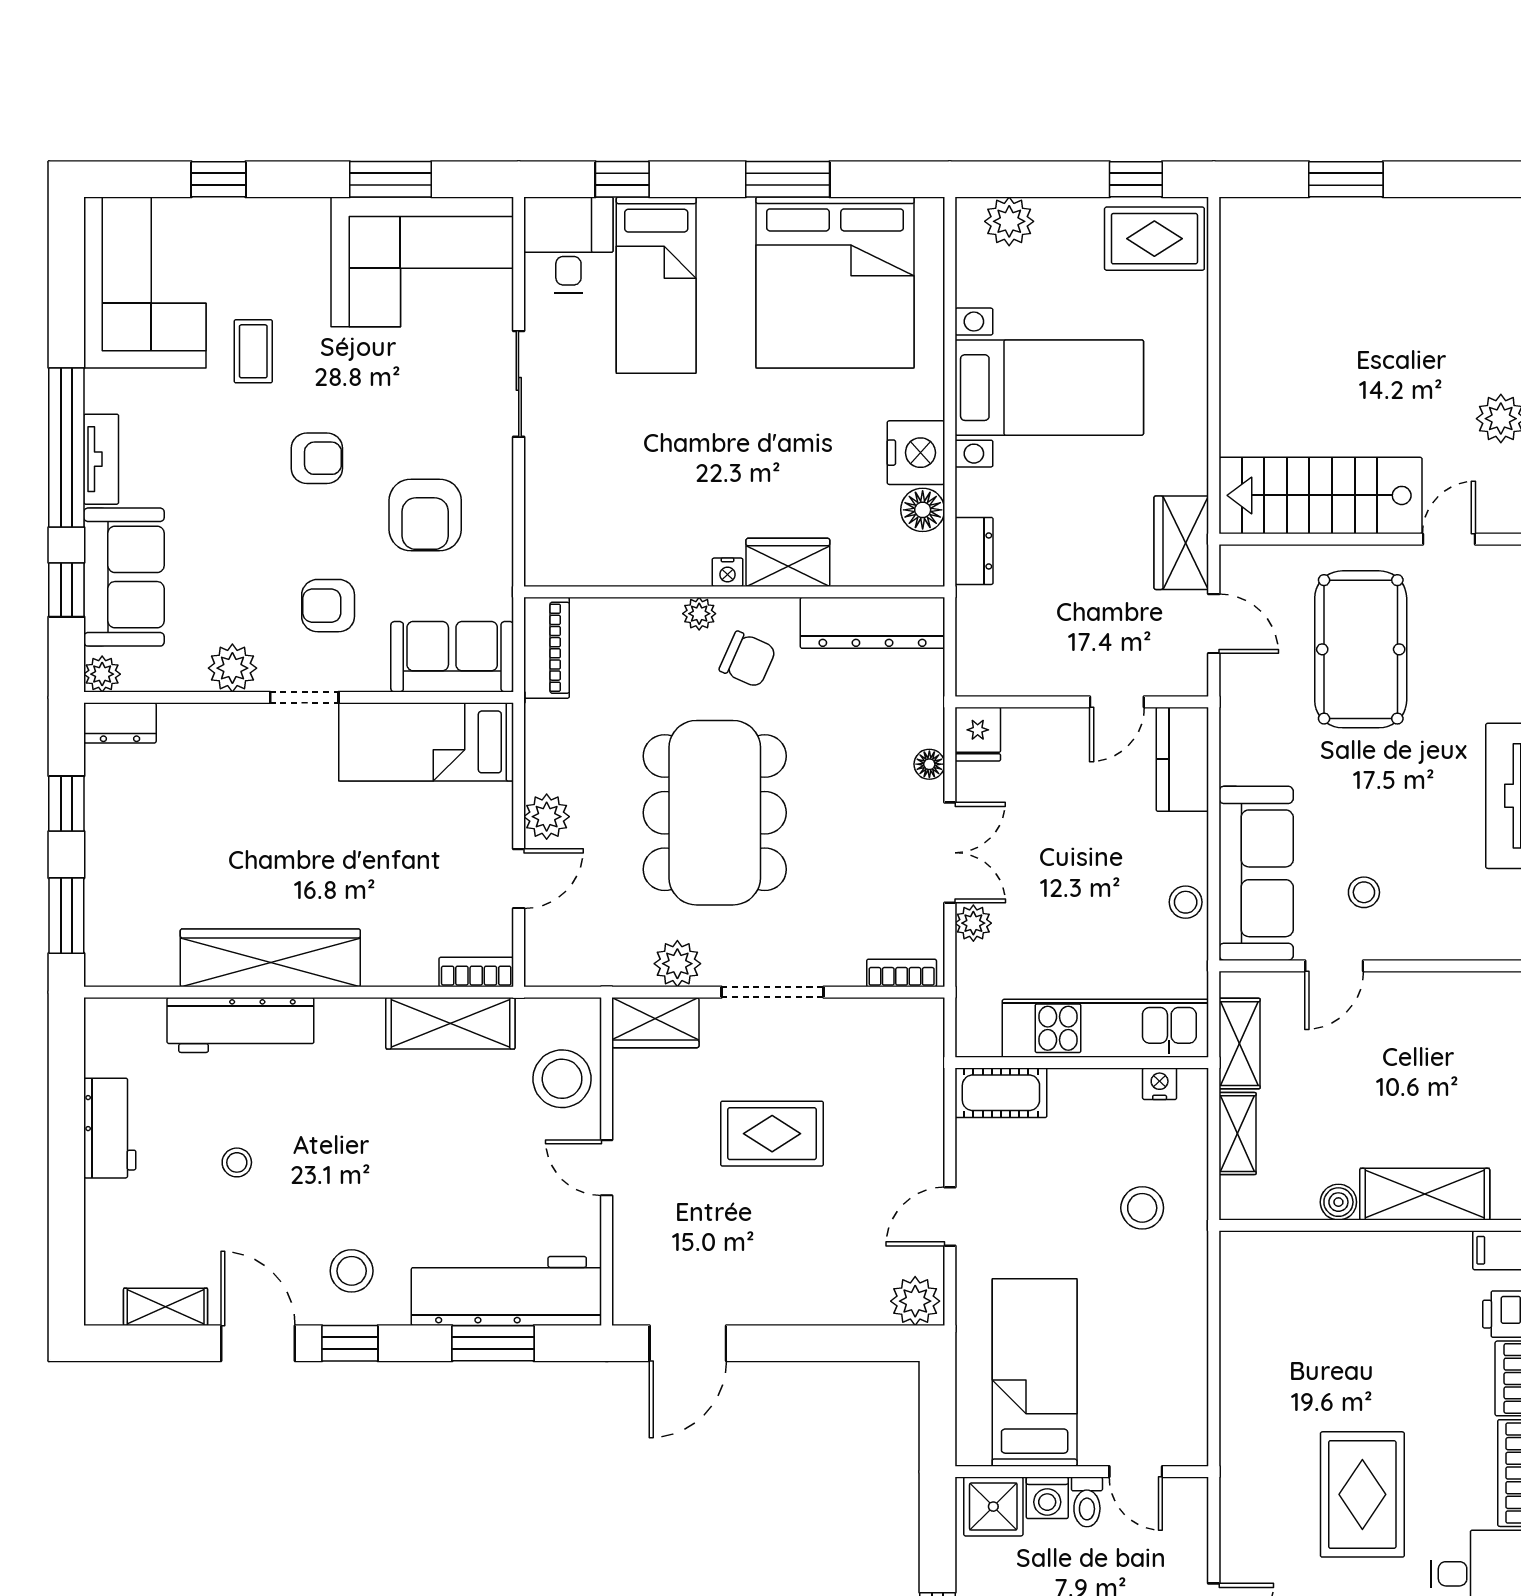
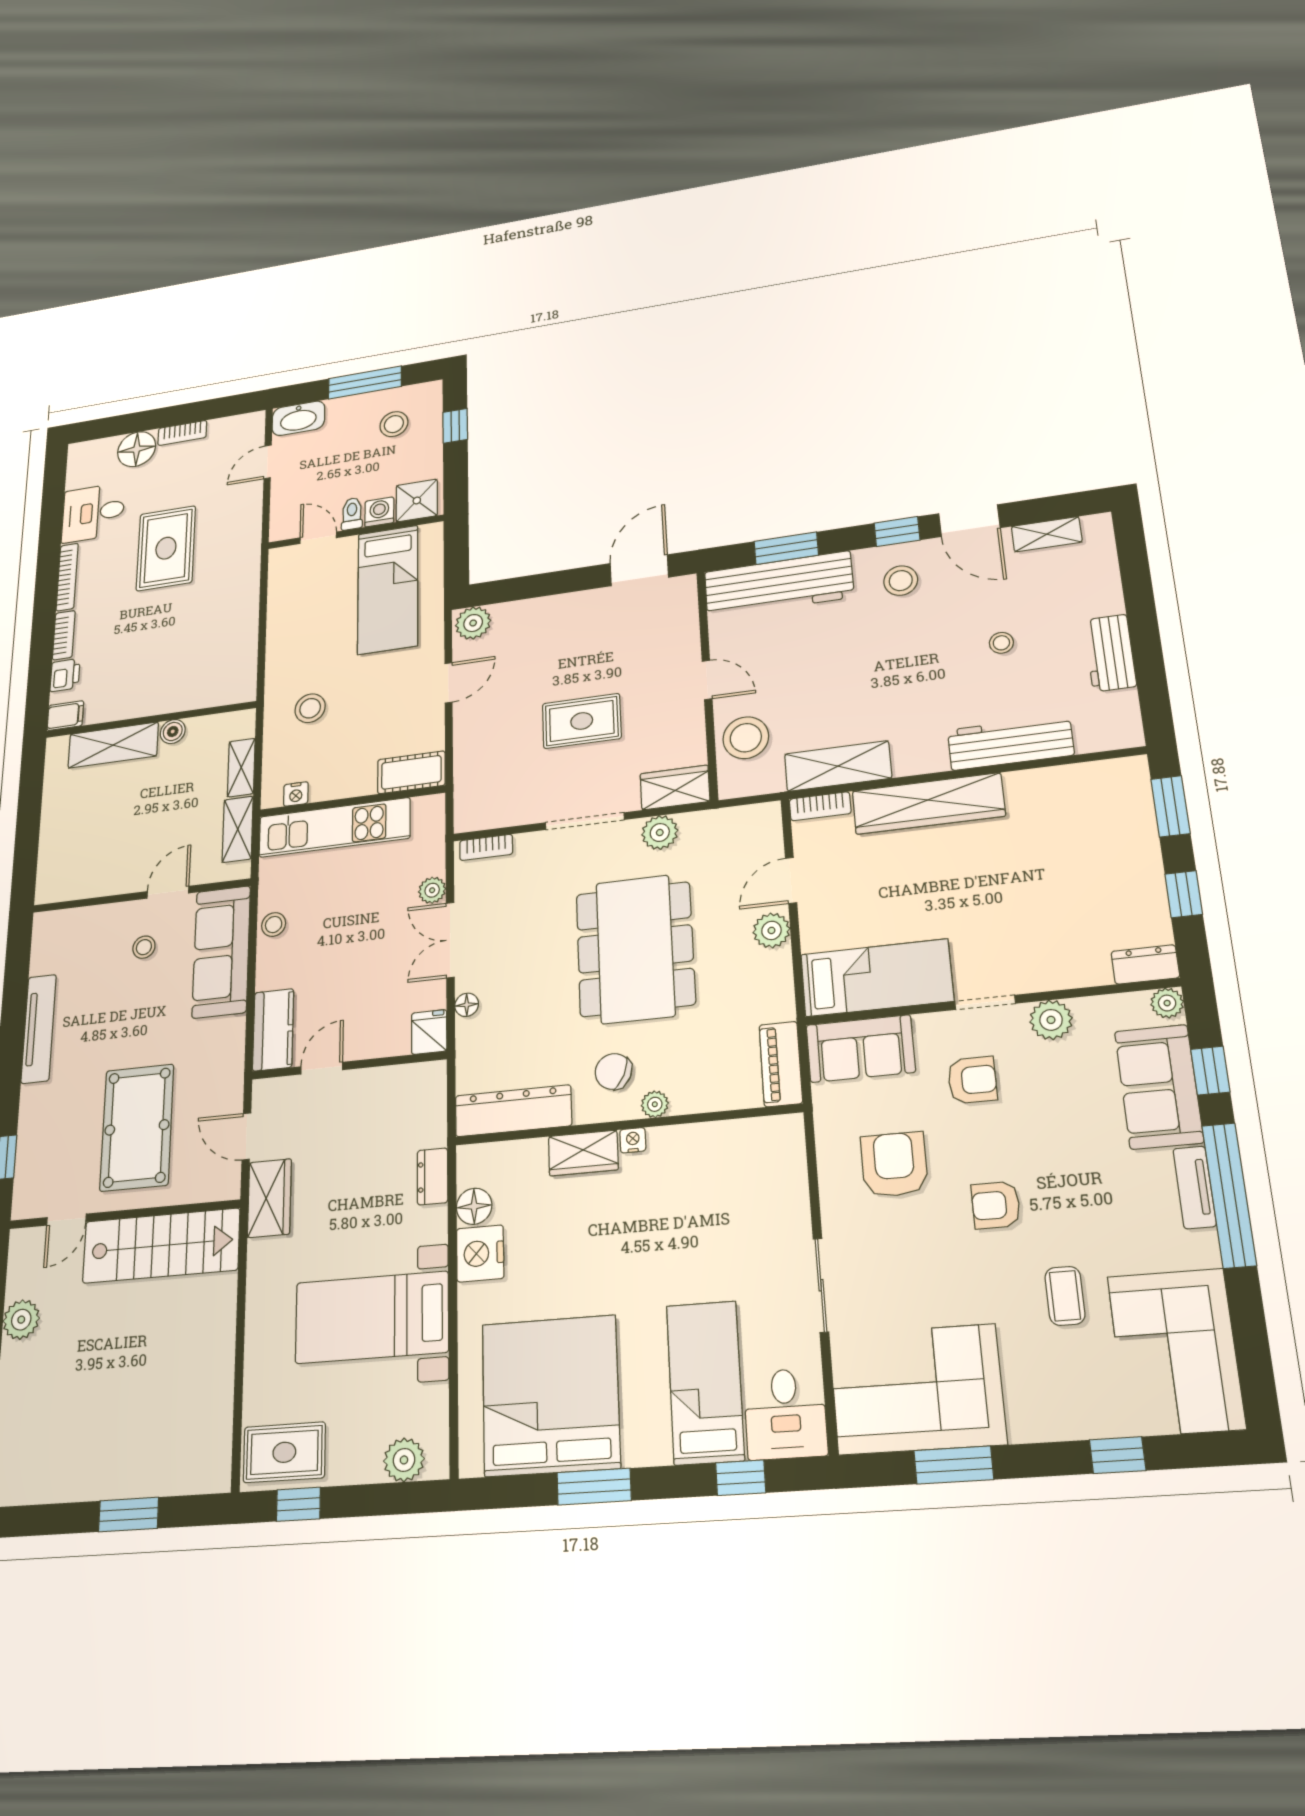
wardrobe: (270, 958) -> (928, 804), moved

